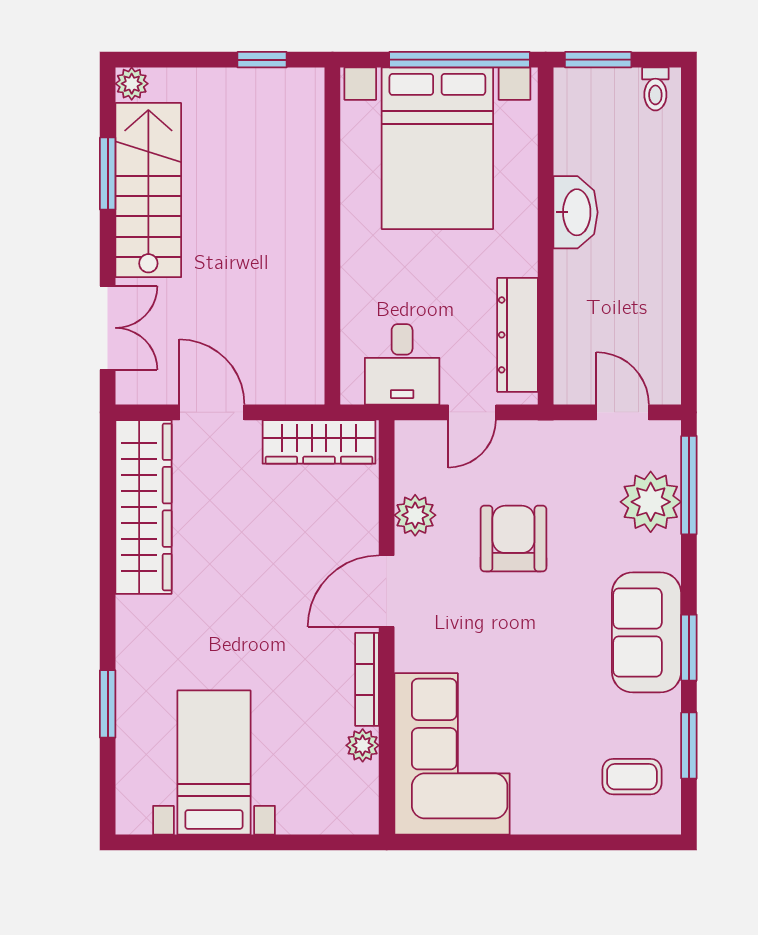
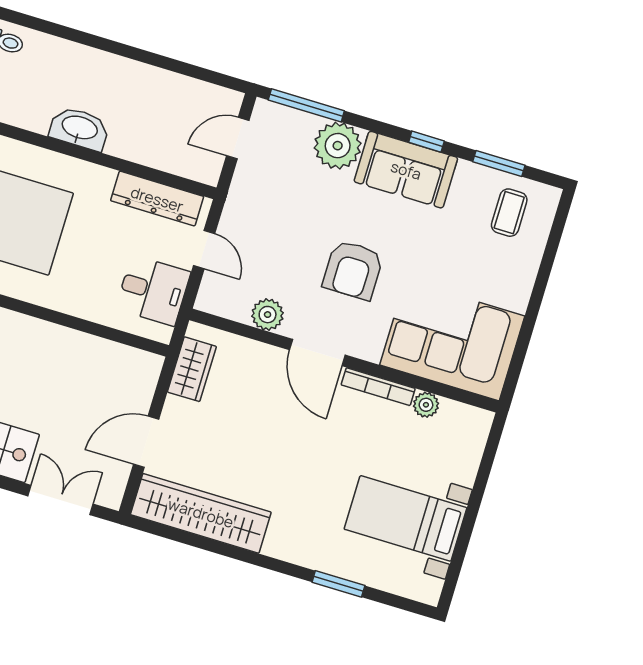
wardrobe: (319, 442) -> (192, 369), width x0.67
plant: (651, 502) -> (338, 146), moved
armchair: (513, 538) -> (353, 270), moved, turned -90
window: (689, 648) -> (426, 142), width x0.67

